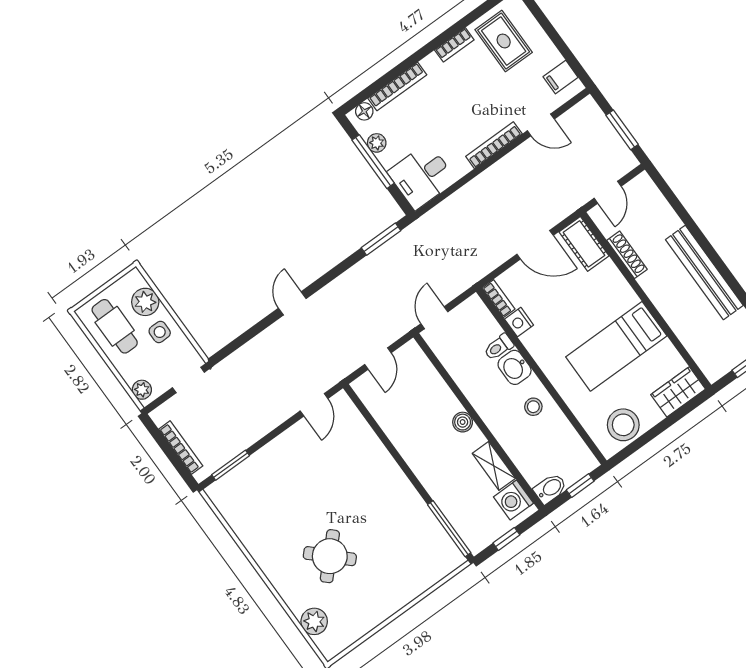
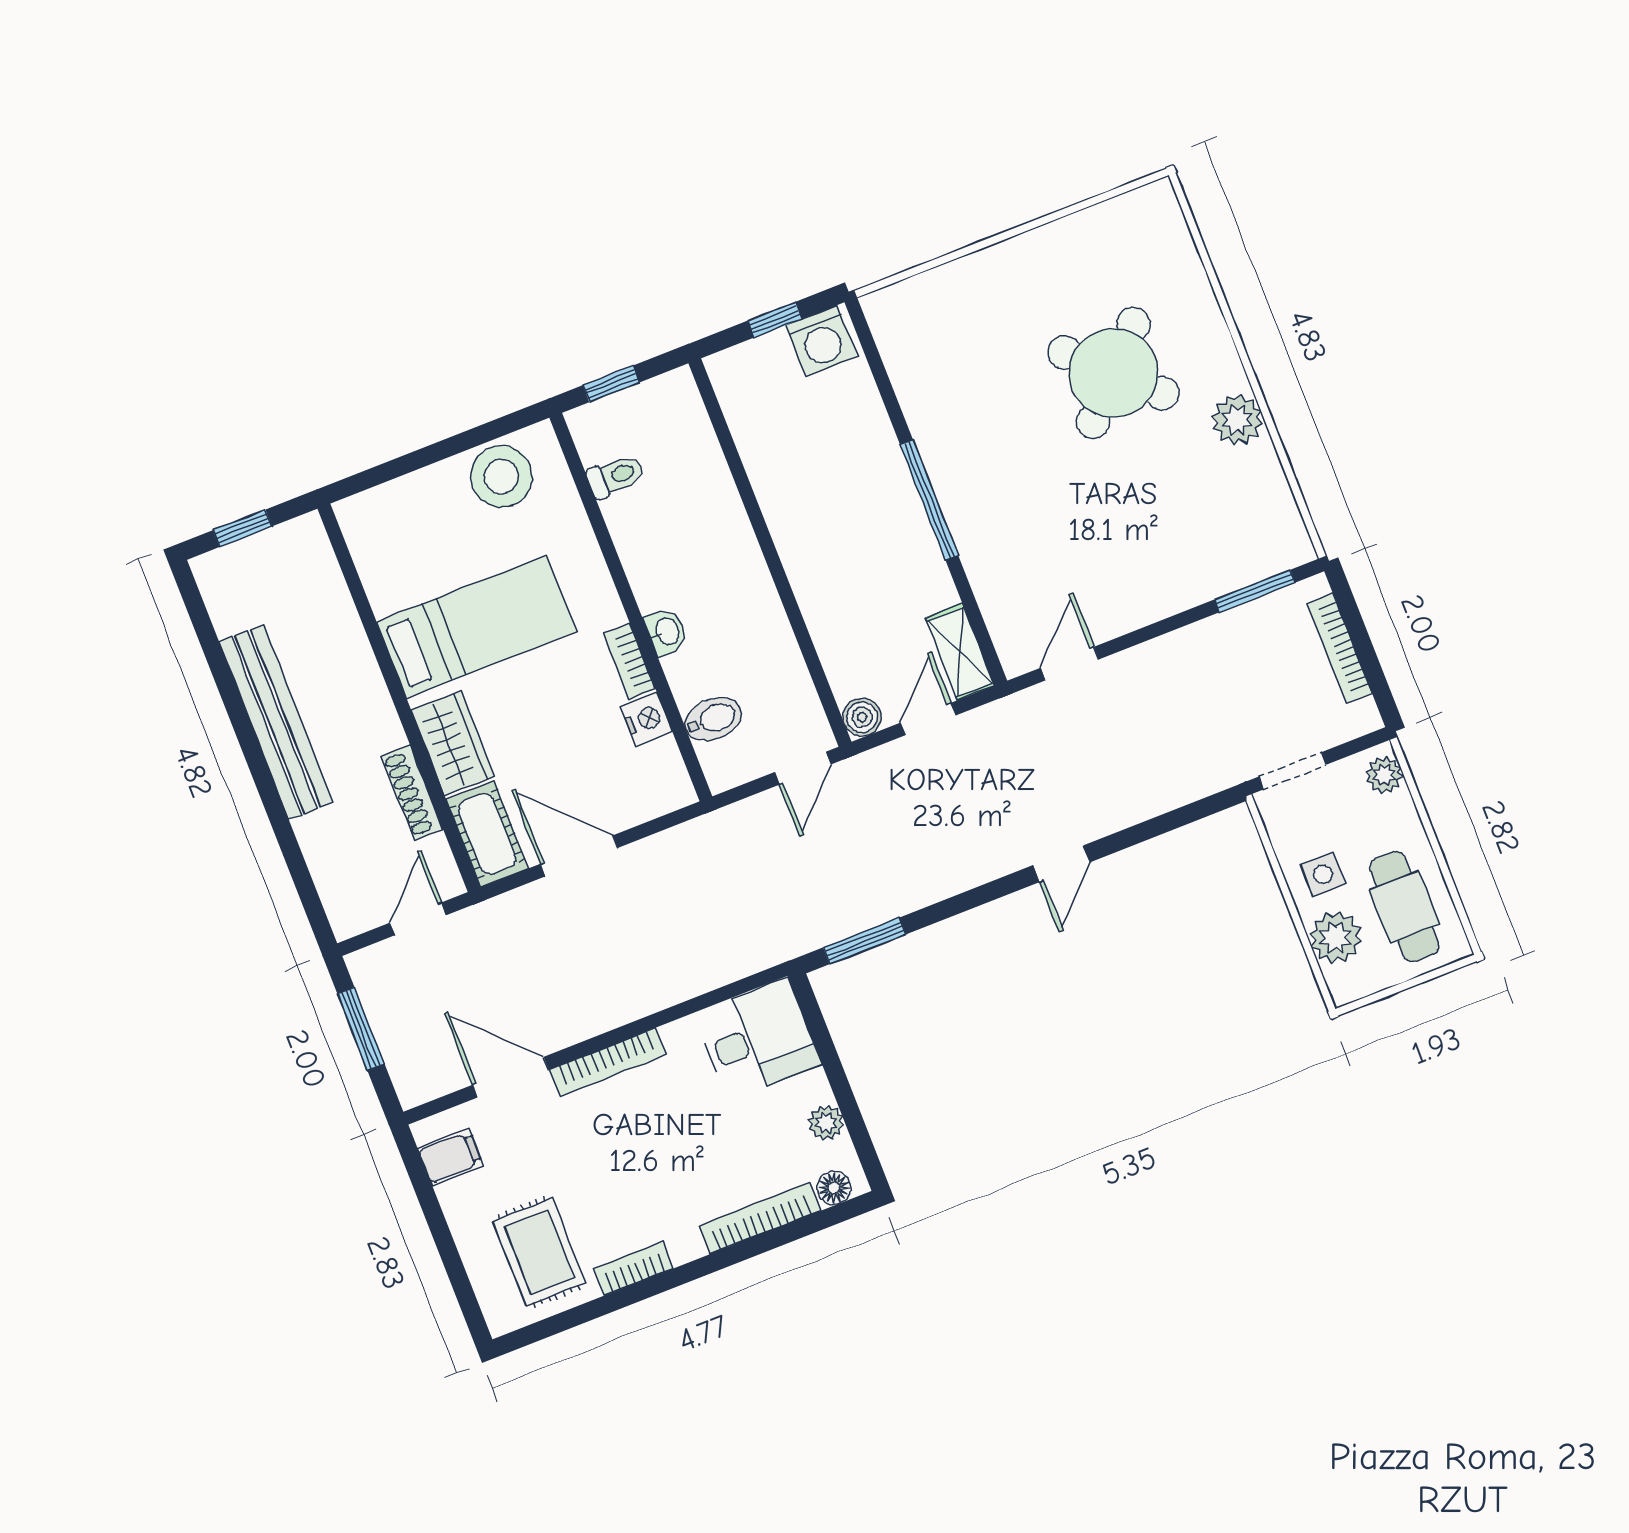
door: (541, 125) -> (510, 1077), width x1.38
window: (373, 162) -> (842, 1089), removed
bookcase: (499, 299) -> (630, 661), moved
toilet: (499, 347) -> (616, 476), moved
washbasin: (515, 367) -> (666, 632), width x0.72, depth x0.69
wardrobe: (678, 392) -> (453, 743), moved, turned -90
stool: (533, 407) -> (661, 554), removed
boiler: (463, 422) -> (862, 717), moved
shelving: (494, 466) -> (960, 652), moved
bidet: (550, 489) -> (713, 719), moved, turned 180
washing machine: (513, 500) -> (821, 341), moved, turned 90
window: (449, 529) -> (929, 500), moved
round table: (330, 556) -> (1113, 373), width x1.36, depth x1.36
plant: (314, 621) -> (1237, 420), moved

